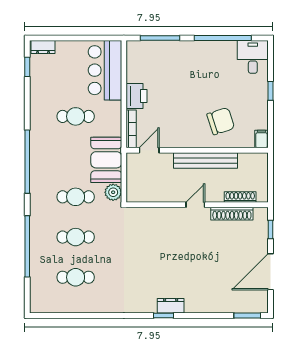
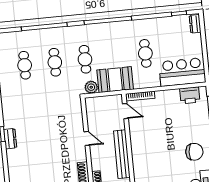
printer: (137, 96) -> (190, 95), moved
chair: (221, 121) -> (194, 152), moved, turned -67
door: (195, 205) -> (87, 138), moved

